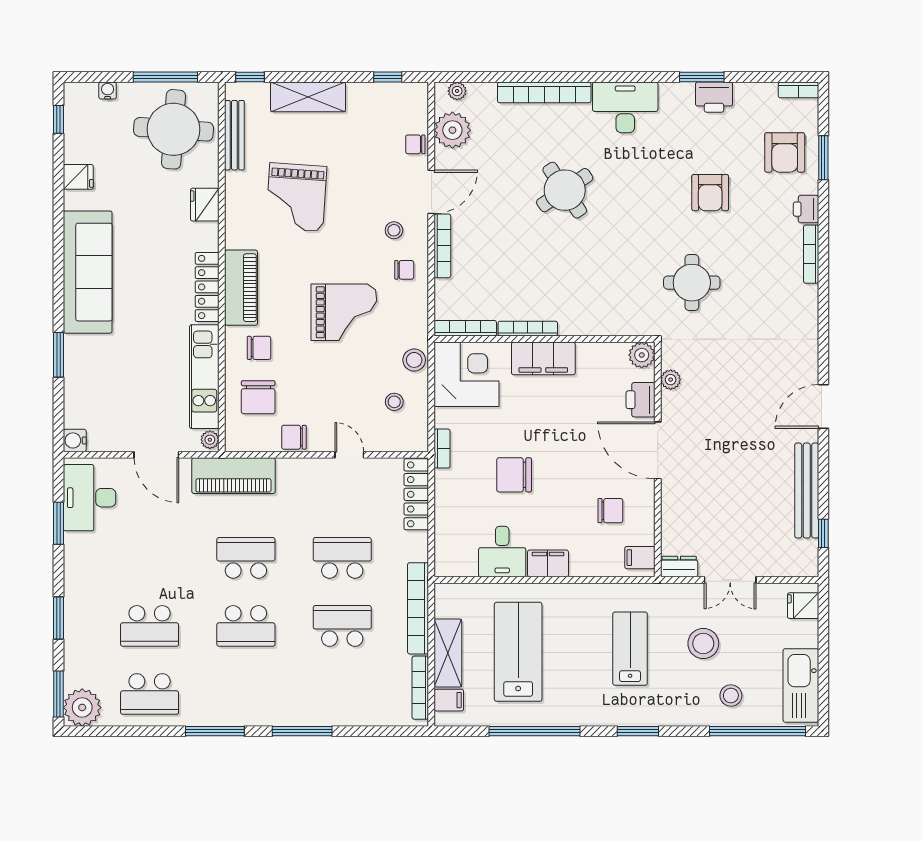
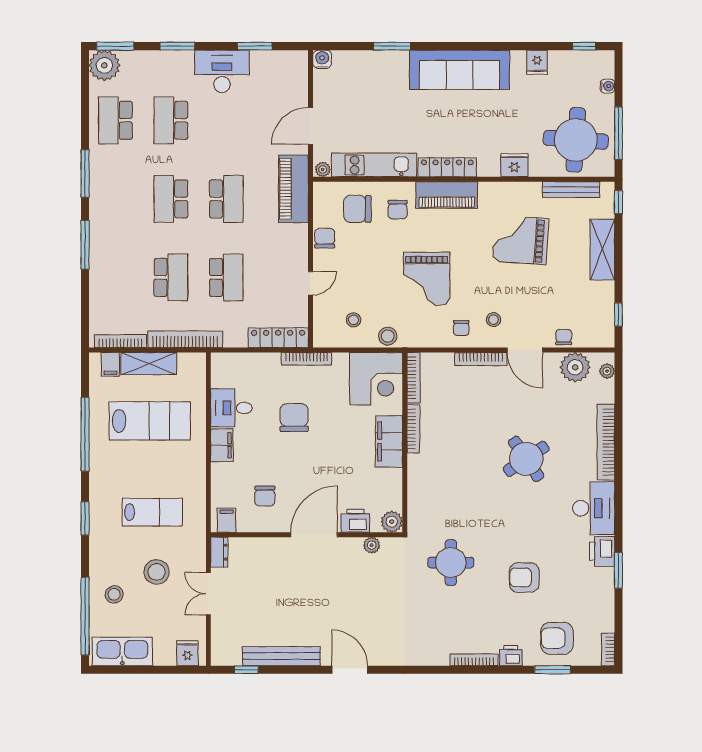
printer: (714, 97) -> (602, 551), moved
bookcase: (442, 449) -> (306, 359), width x1.56
desk: (90, 498) -> (222, 71), moved

